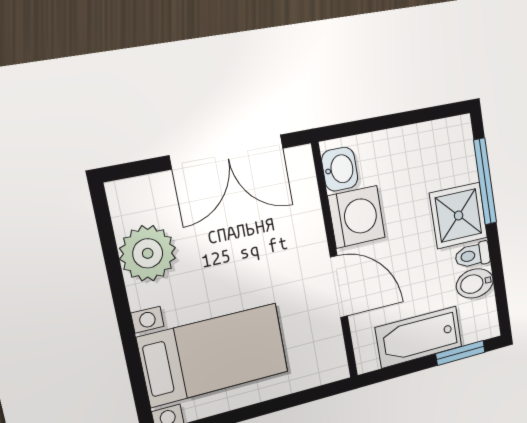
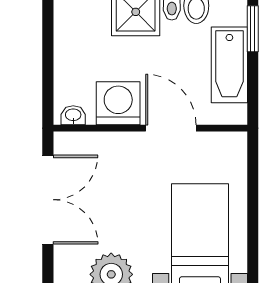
washbasin: (340, 169) -> (73, 115), width x0.72, depth x0.69
door: (339, 287) -> (171, 128), hinge flipped

